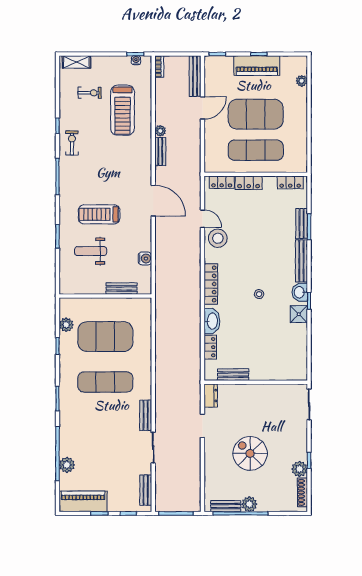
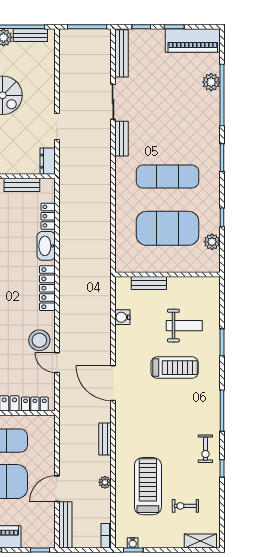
plant: (160, 131) -> (105, 482), moved
bench: (146, 490) -> (121, 53), width x1.36

